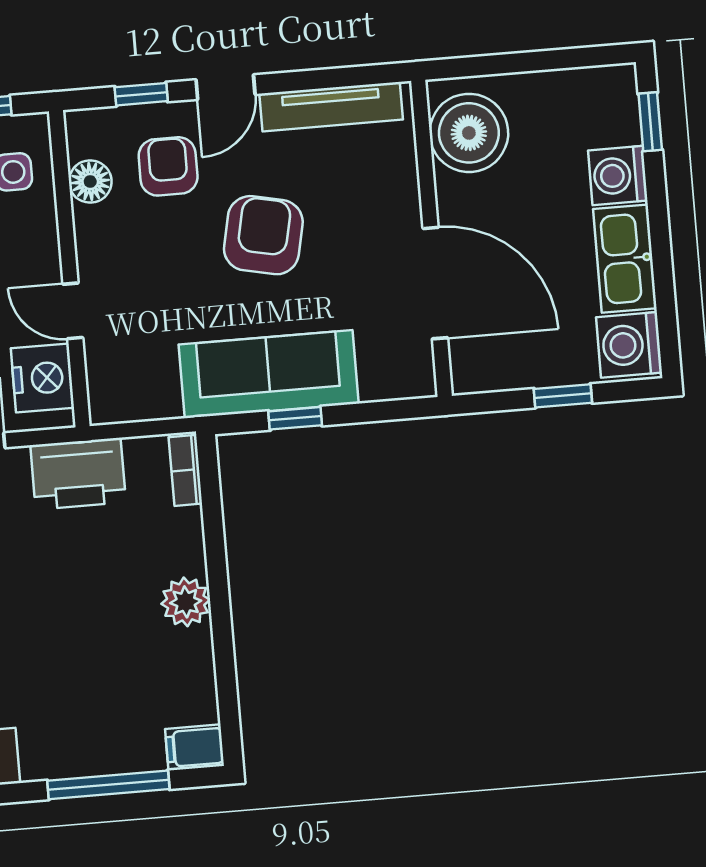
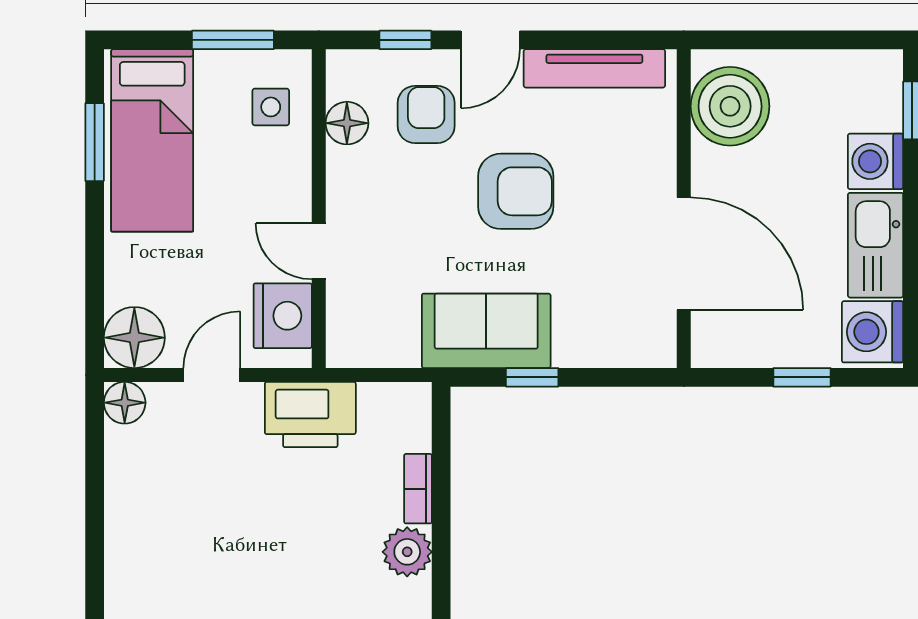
armchair: (263, 235) -> (516, 191), turned 78
sofa: (269, 374) -> (486, 331), width x0.73
bookcase: (185, 470) -> (418, 489), moved

